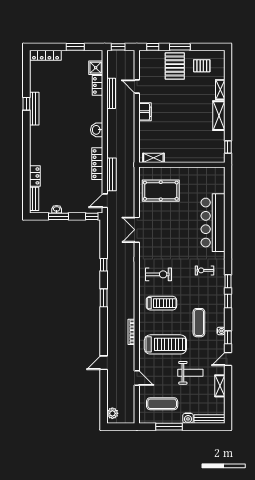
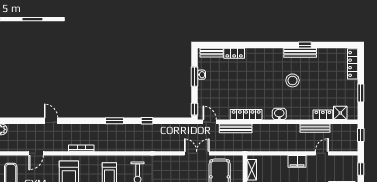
stool: (62, 116) -> (293, 80), added
double door: (137, 230) -> (197, 153), moved

